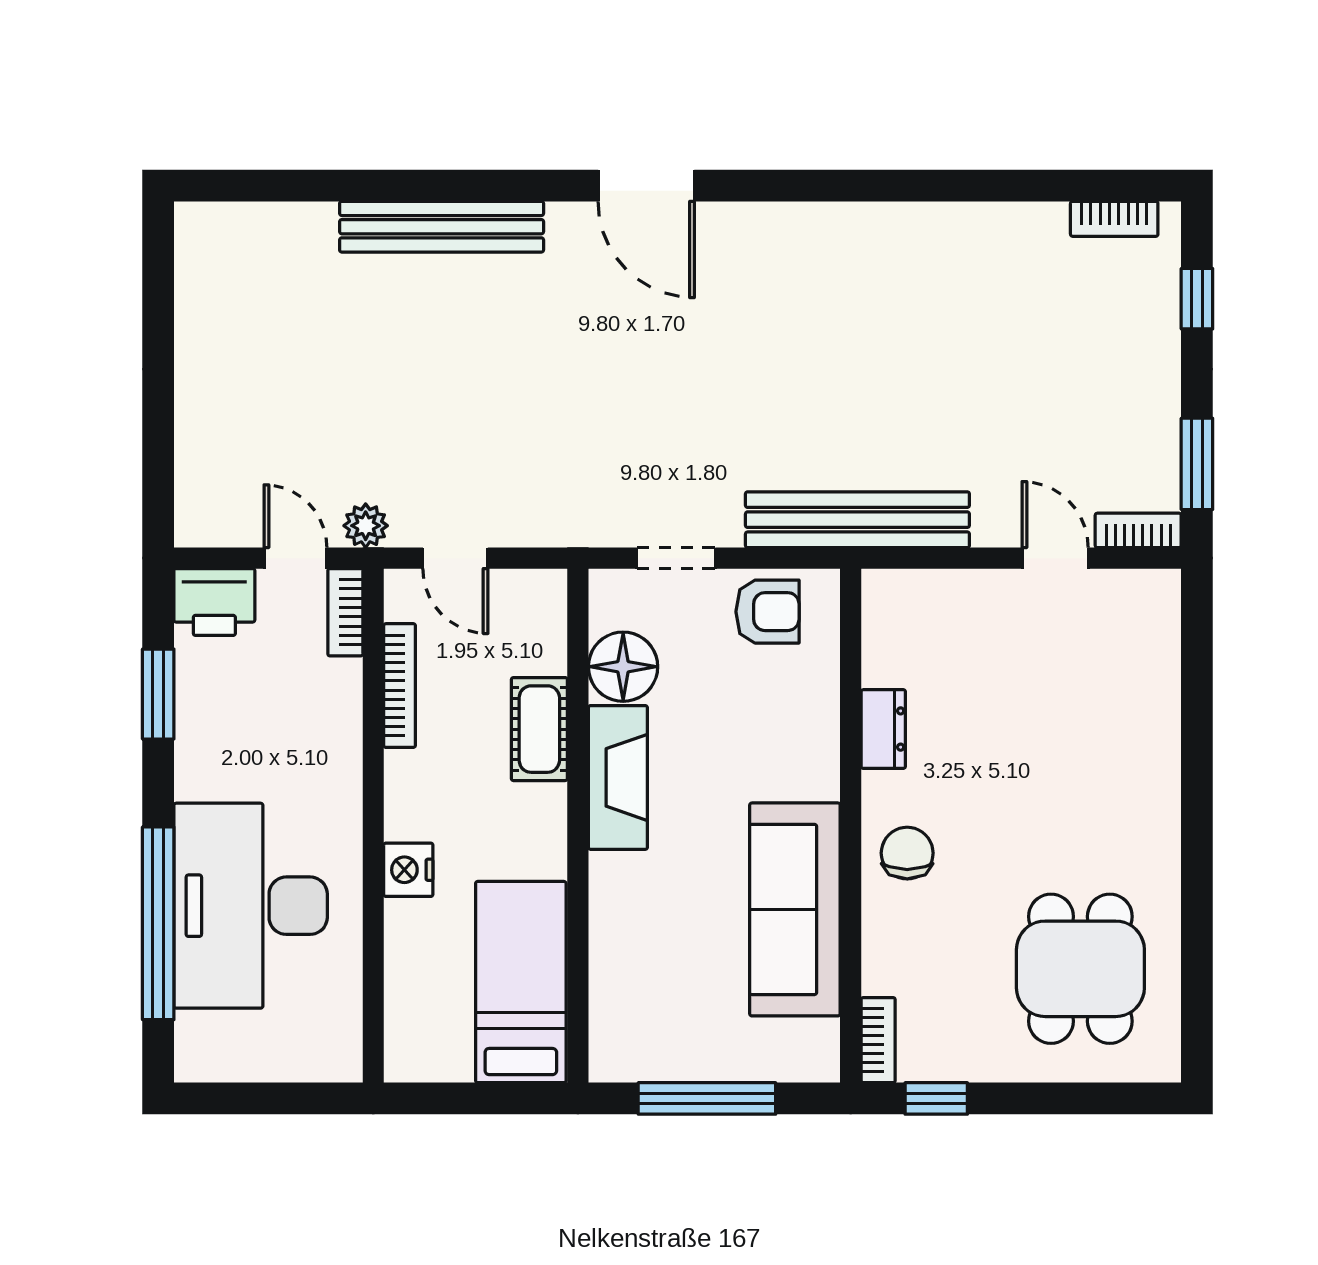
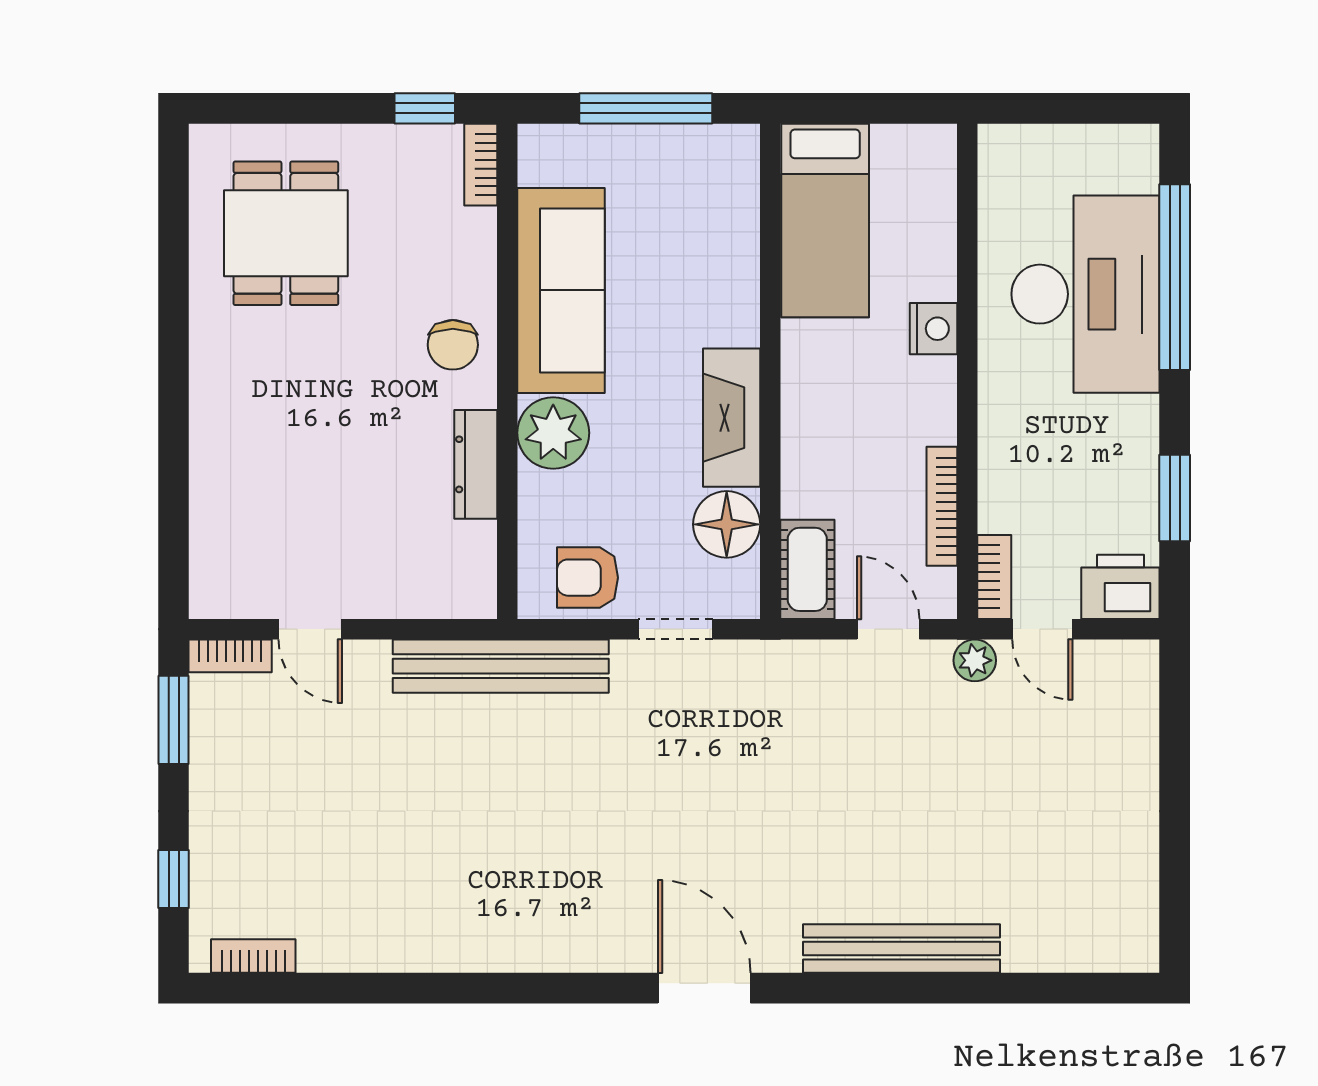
cot: (539, 729) -> (807, 569), moved
dresser: (883, 729) -> (476, 464), width x1.44
plant: (803, 762) -> (553, 433), added

